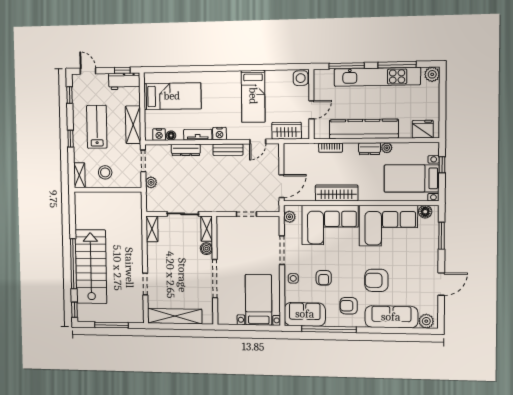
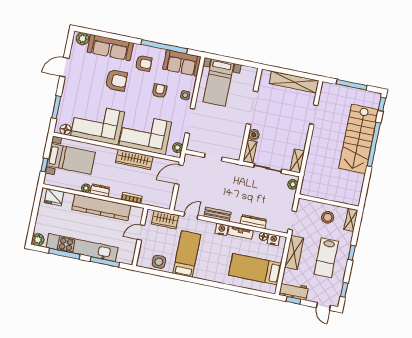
side table: (301, 78) -> (159, 262), moved
plant: (151, 182) -> (293, 184), moved

